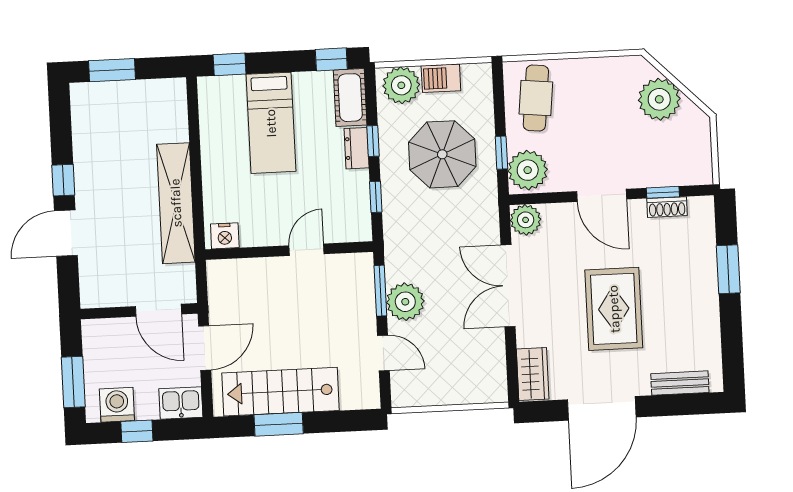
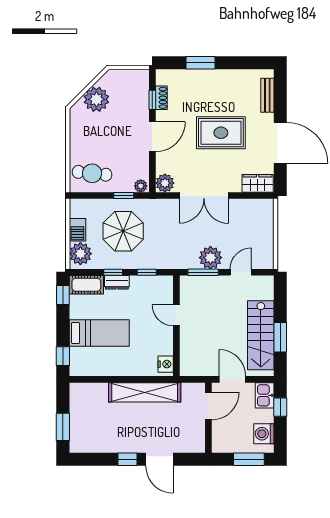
plant: (528, 170) -> (141, 186), width x0.53, depth x0.53
window: (137, 431) -> (280, 407), moved

